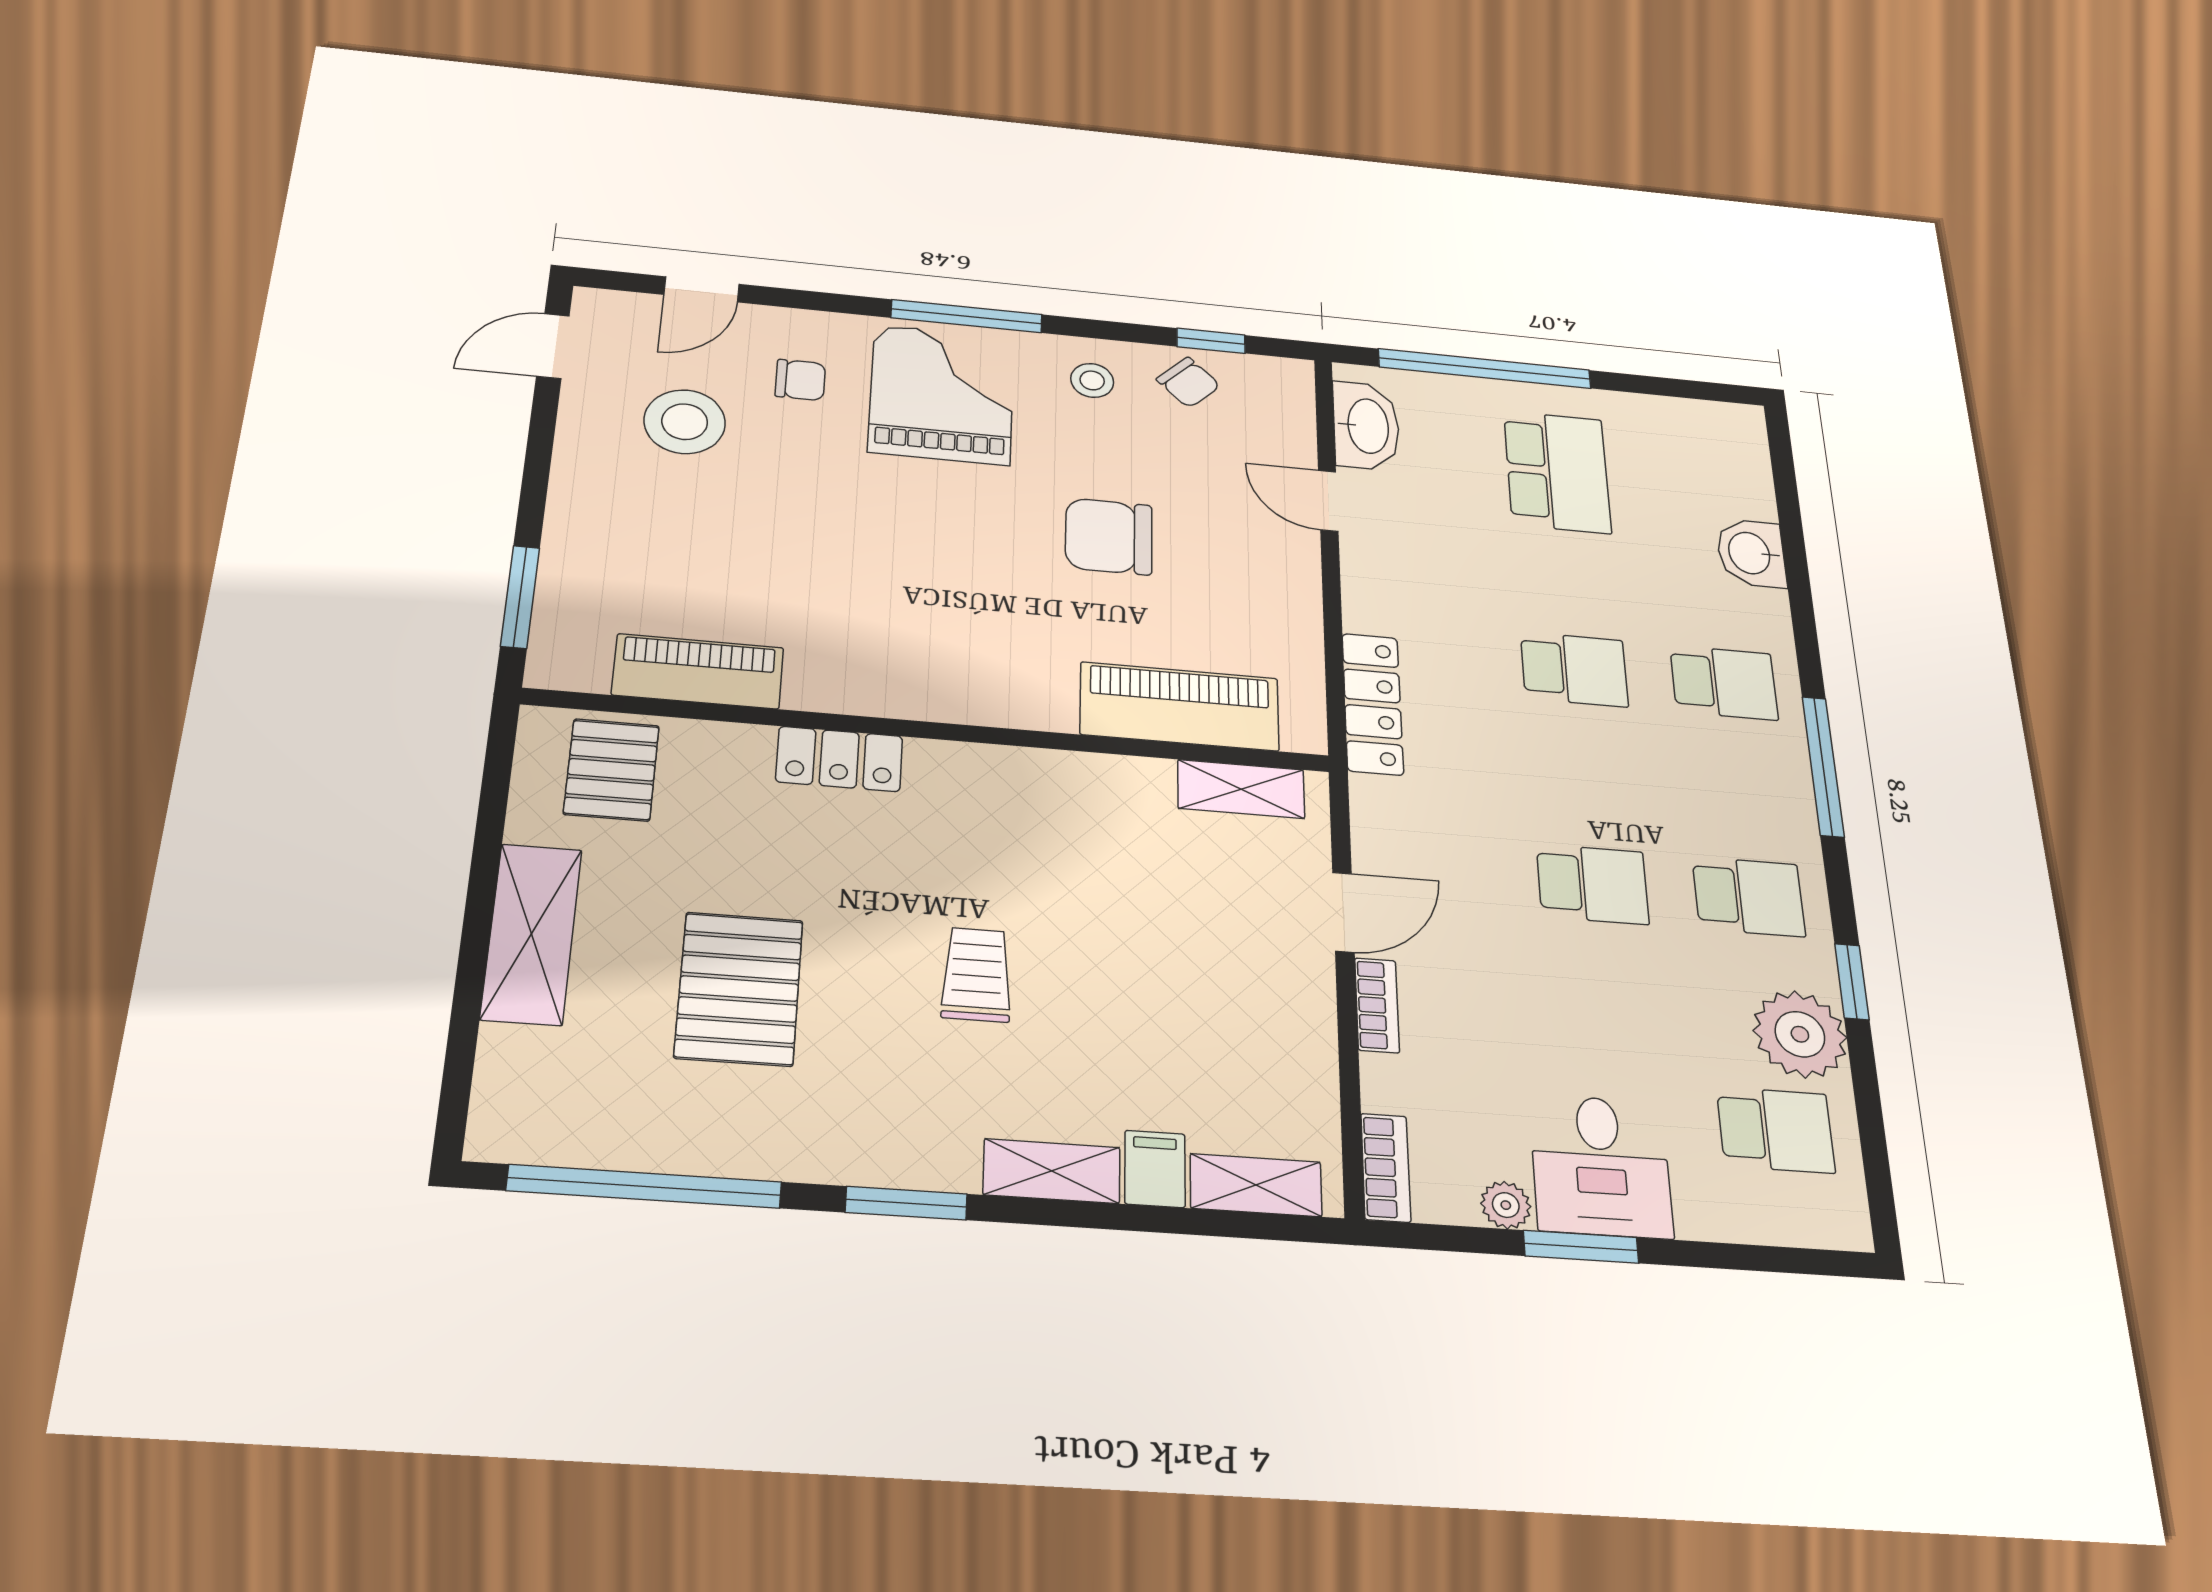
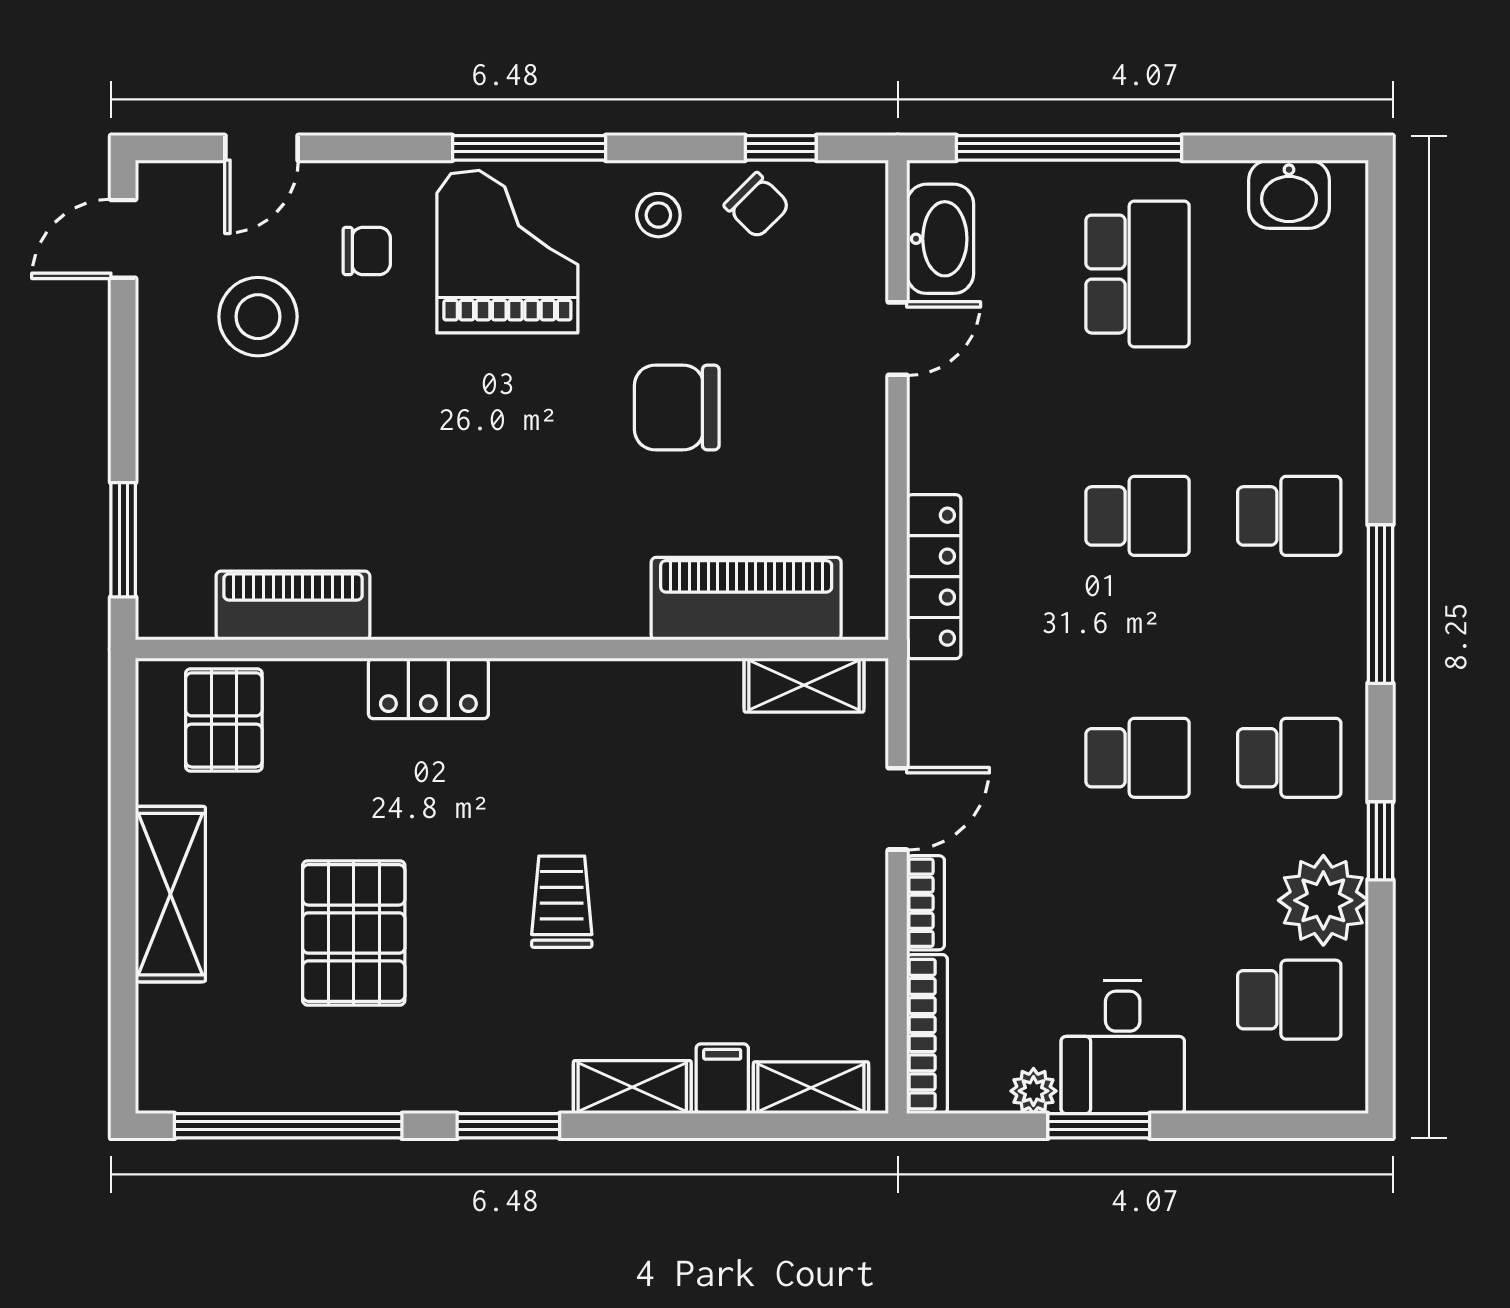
door: (1328, 501) -> (898, 339), swing flipped
washbasin: (1751, 553) -> (1289, 194), moved, turned -90
bookcase: (1386, 1168) -> (927, 1034), width x1.56

